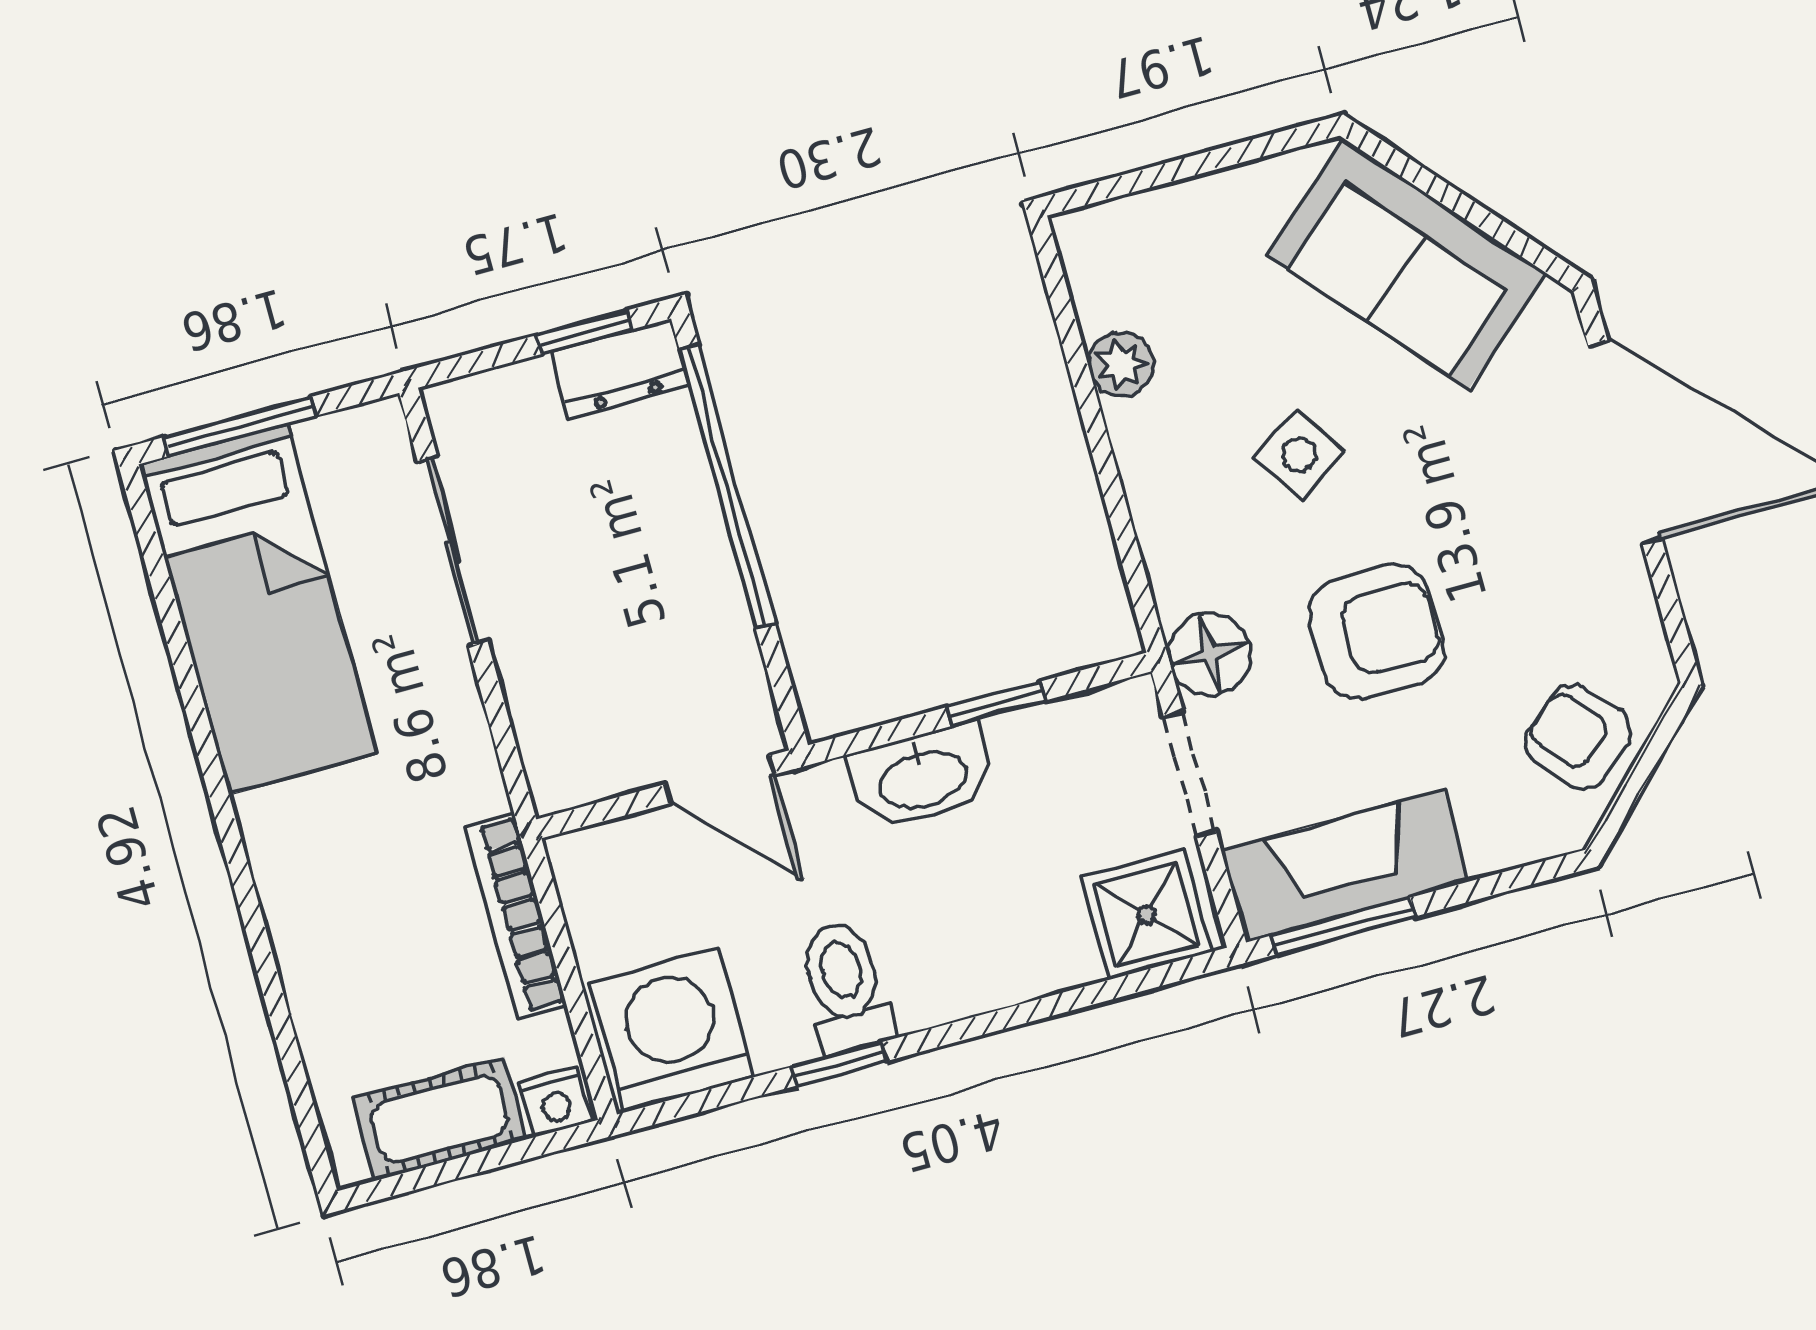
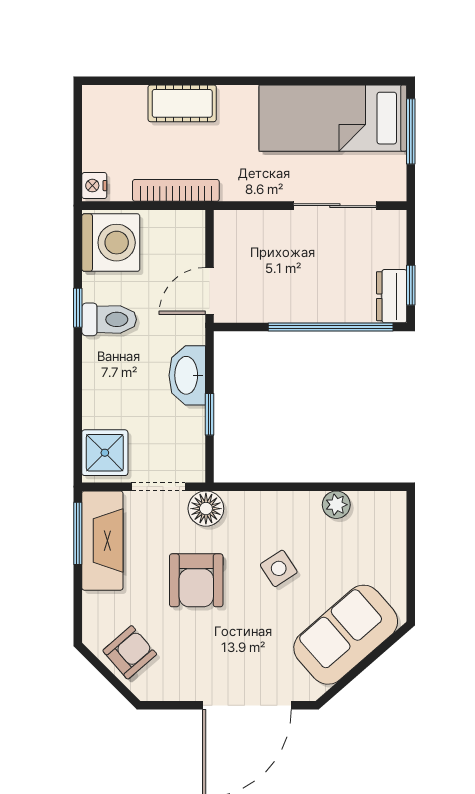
cot: (440, 1119) -> (182, 103), moved, turned 90

